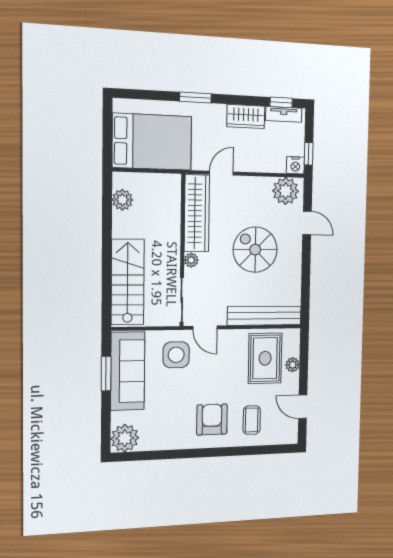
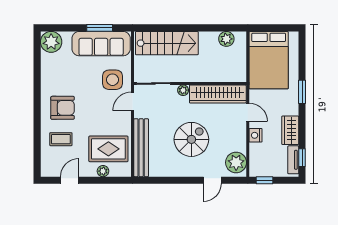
nightstand: (295, 165) -> (256, 135), moved

